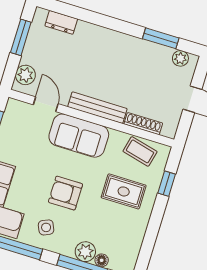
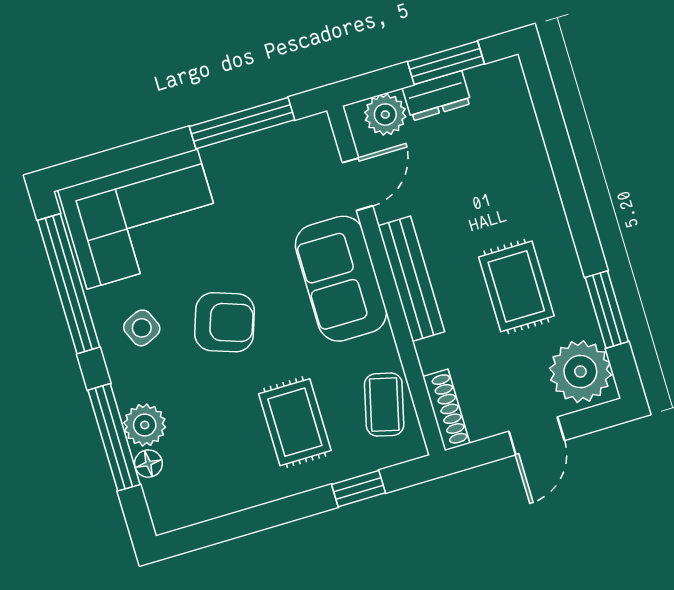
dresser: (61, 22) -> (437, 96), moved, turned -90
plant: (180, 58) -> (580, 372), width x1.87, depth x1.87
rug: (128, 68) -> (516, 286), added
shoe rack: (143, 124) -> (446, 410), moved
armchair: (66, 193) -> (225, 322), turned 109

